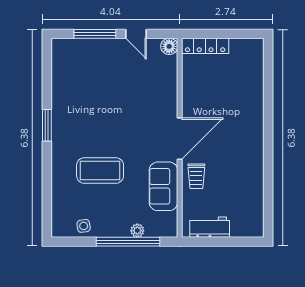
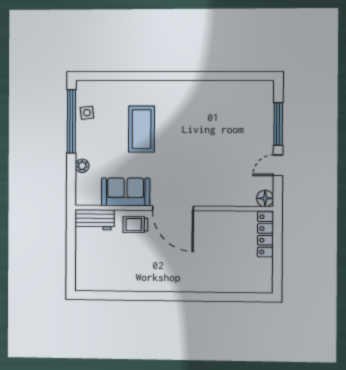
window: (47, 125) -> (187, 76), removed
workbench: (210, 227) -> (95, 220), moved, turned 90
window: (128, 242) -> (71, 121), moved

